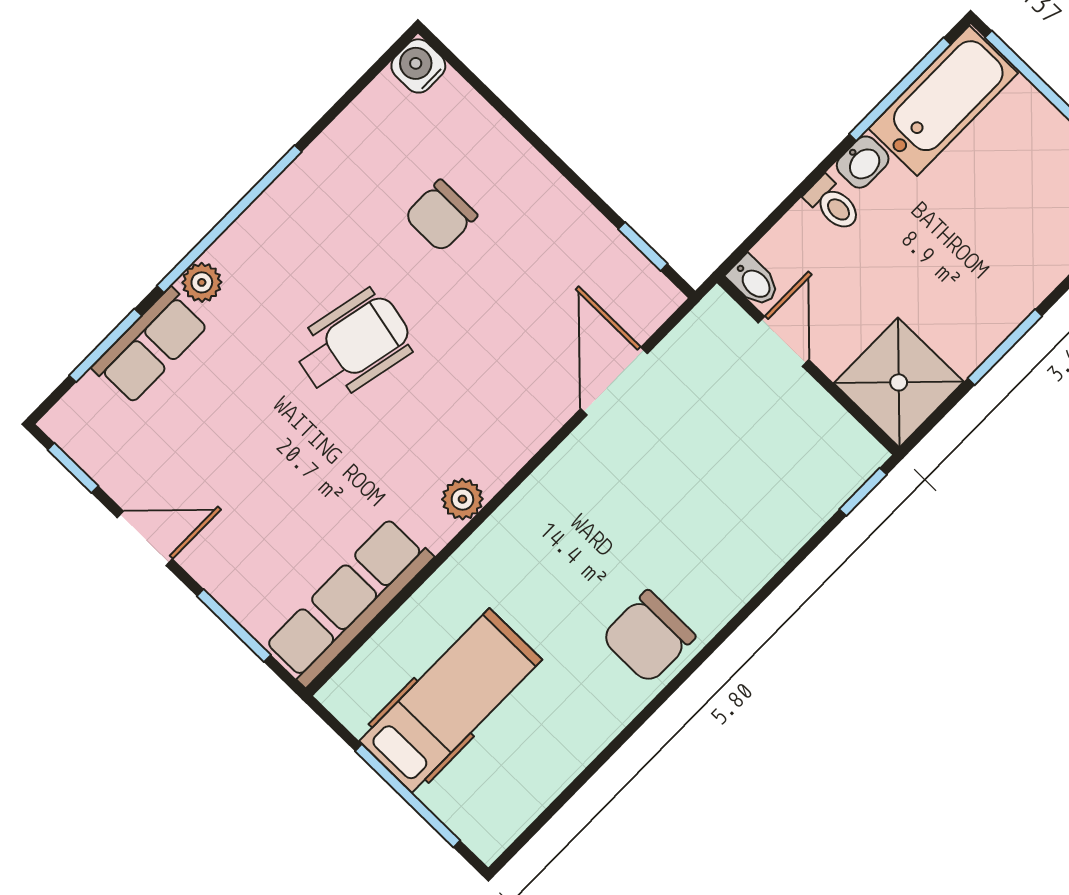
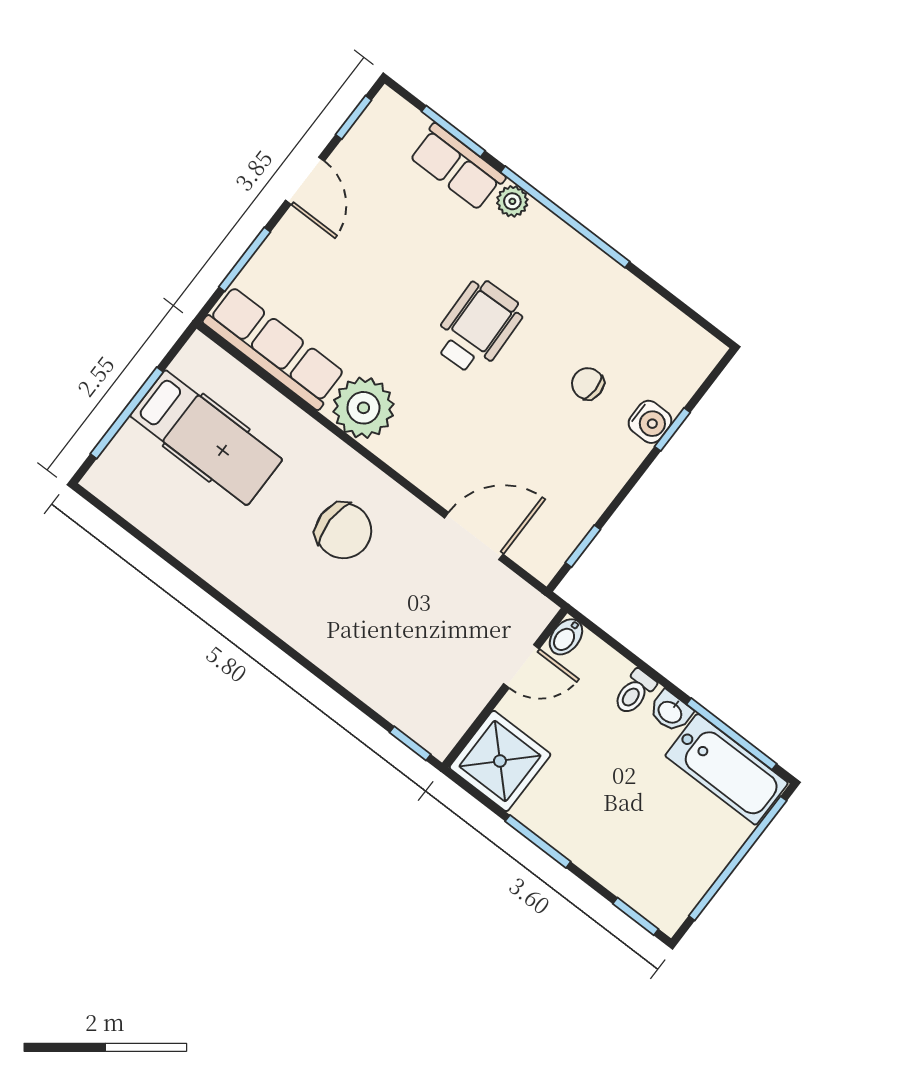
water cooler: (418, 66) -> (650, 422), moved, turned 90
window: (511, 117) -> (672, 429), added
chair: (441, 216) -> (588, 384), width x0.73, depth x0.73
wheelchair: (353, 345) -> (478, 327), turned -104
plant: (462, 499) -> (363, 408), width x1.87, depth x1.87
chair: (648, 637) -> (344, 531), moved, turned 180

